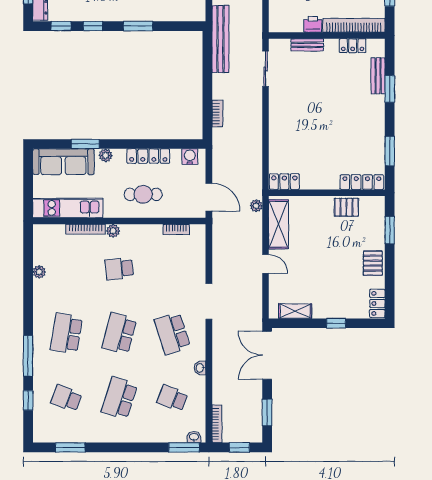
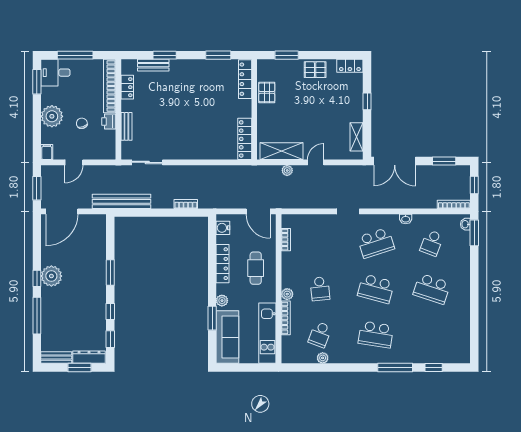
locker: (284, 182) -> (245, 139), width x1.53
door: (209, 197) -> (258, 211), swing flipped
plant: (256, 206) -> (287, 170), moved
doorway: (209, 301) -> (348, 211), width x0.73
school desk: (66, 398) -> (320, 335), moved
window: (70, 447) -> (474, 331), removed

